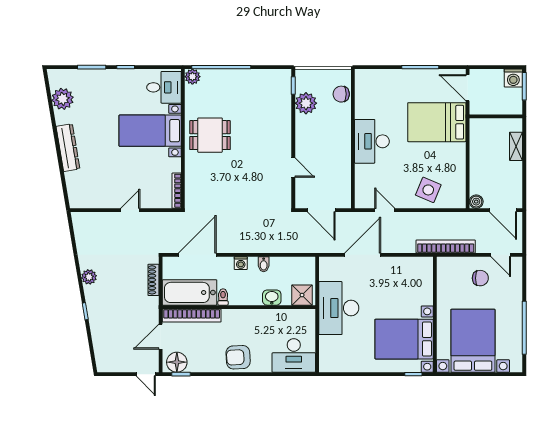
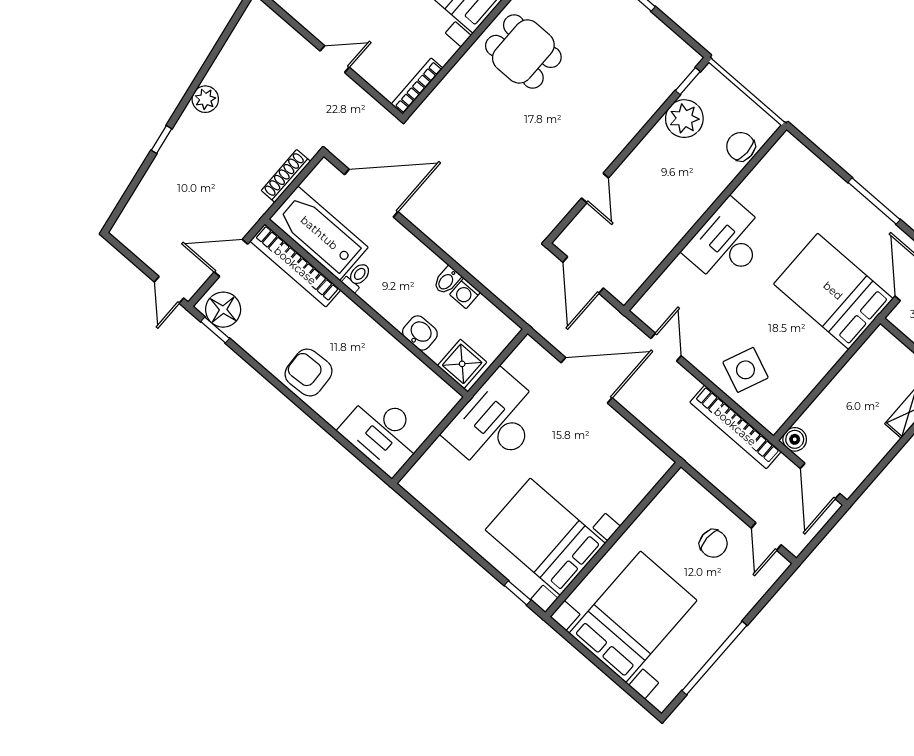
bookcase: (446, 246) -> (735, 427), moved, turned 180
washing machine: (241, 263) -> (465, 293), moved

